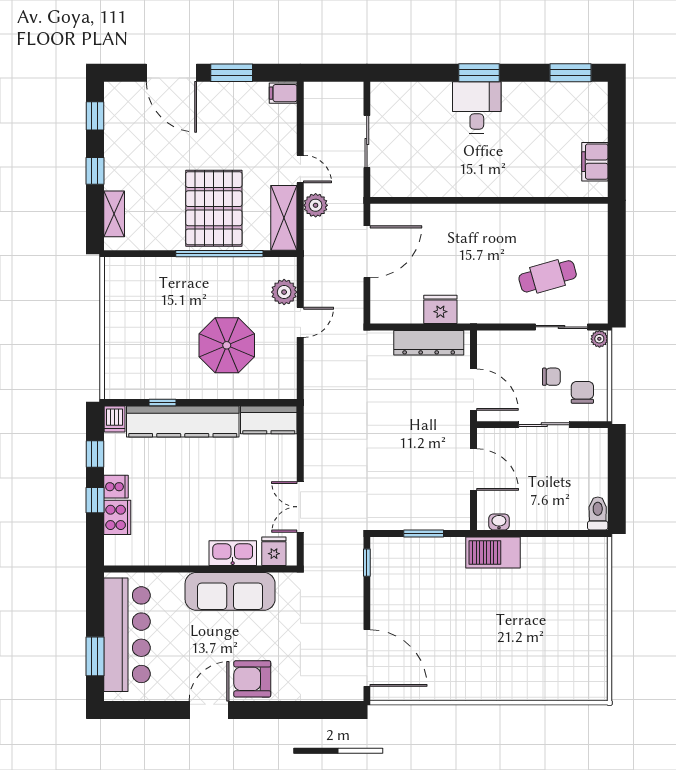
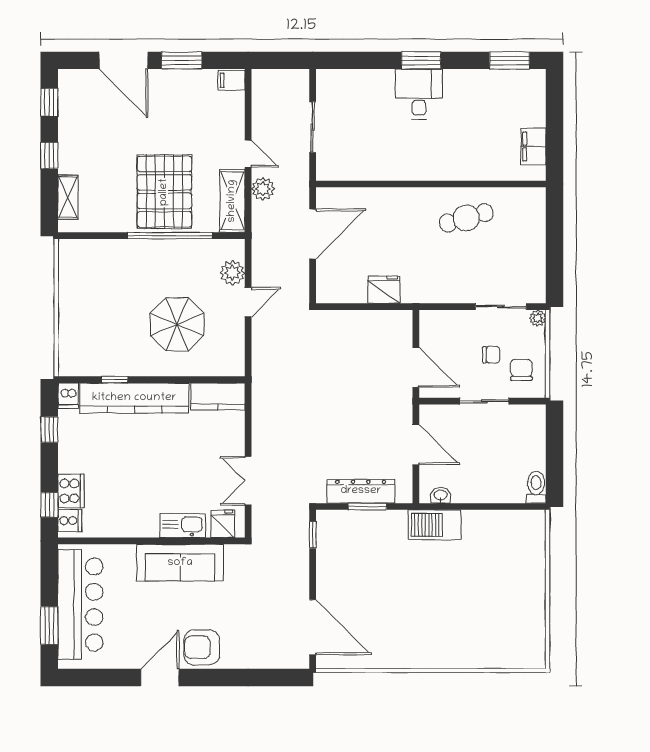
cafe table: (548, 276) -> (466, 218), moved
dresser: (429, 343) -> (361, 491), moved, turned 180
cooker: (116, 487) -> (70, 521), moved
window: (95, 500) -> (49, 505), moved

